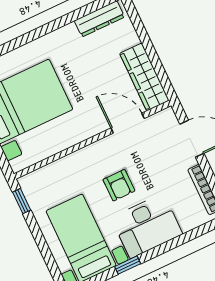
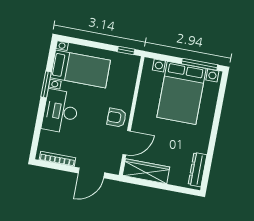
armchair: (119, 185) -> (117, 118), moved
window: (128, 265) -> (46, 84), width x1.50

